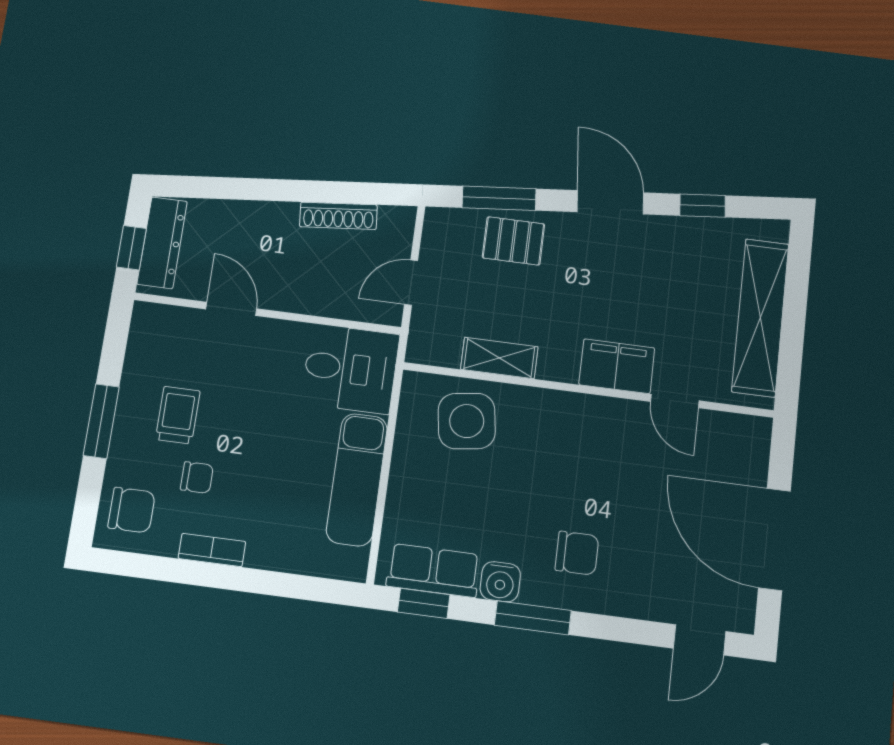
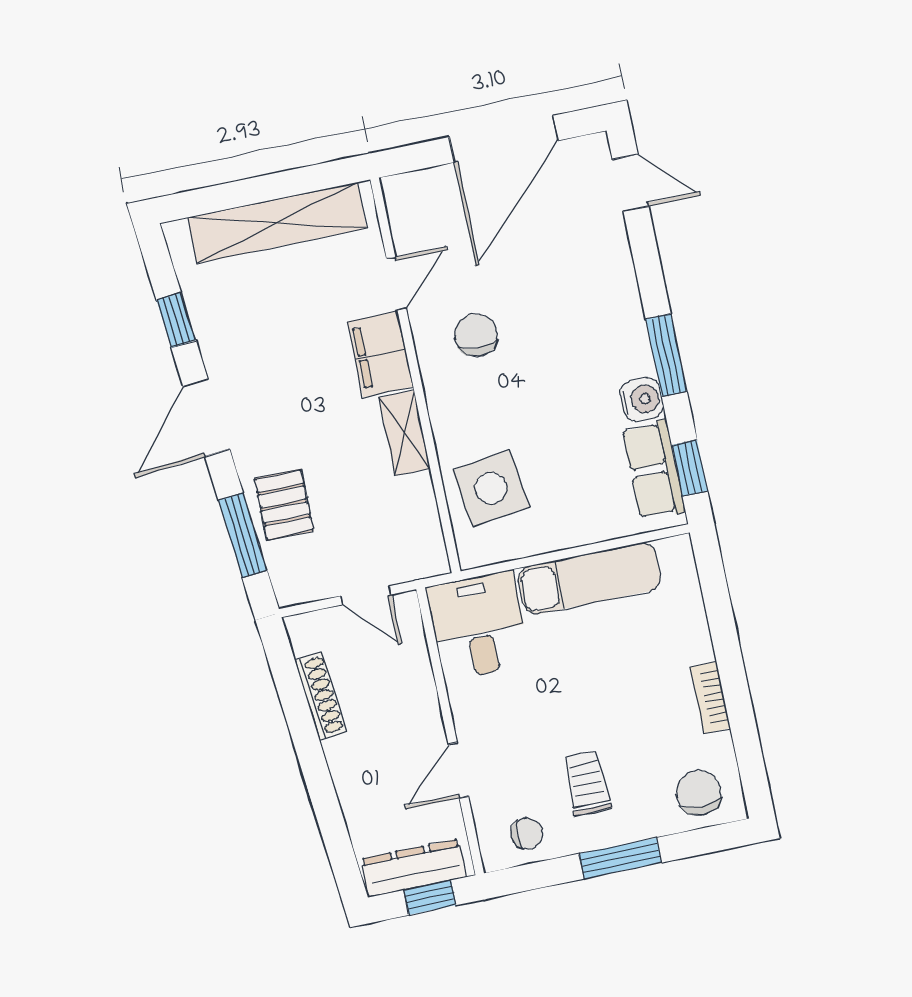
shelving: (499, 358) -> (405, 433), moved
trolley: (178, 415) -> (587, 783), turned 90
chair: (197, 478) -> (527, 834), moved, turned 90
chair: (577, 553) -> (476, 335), moved

